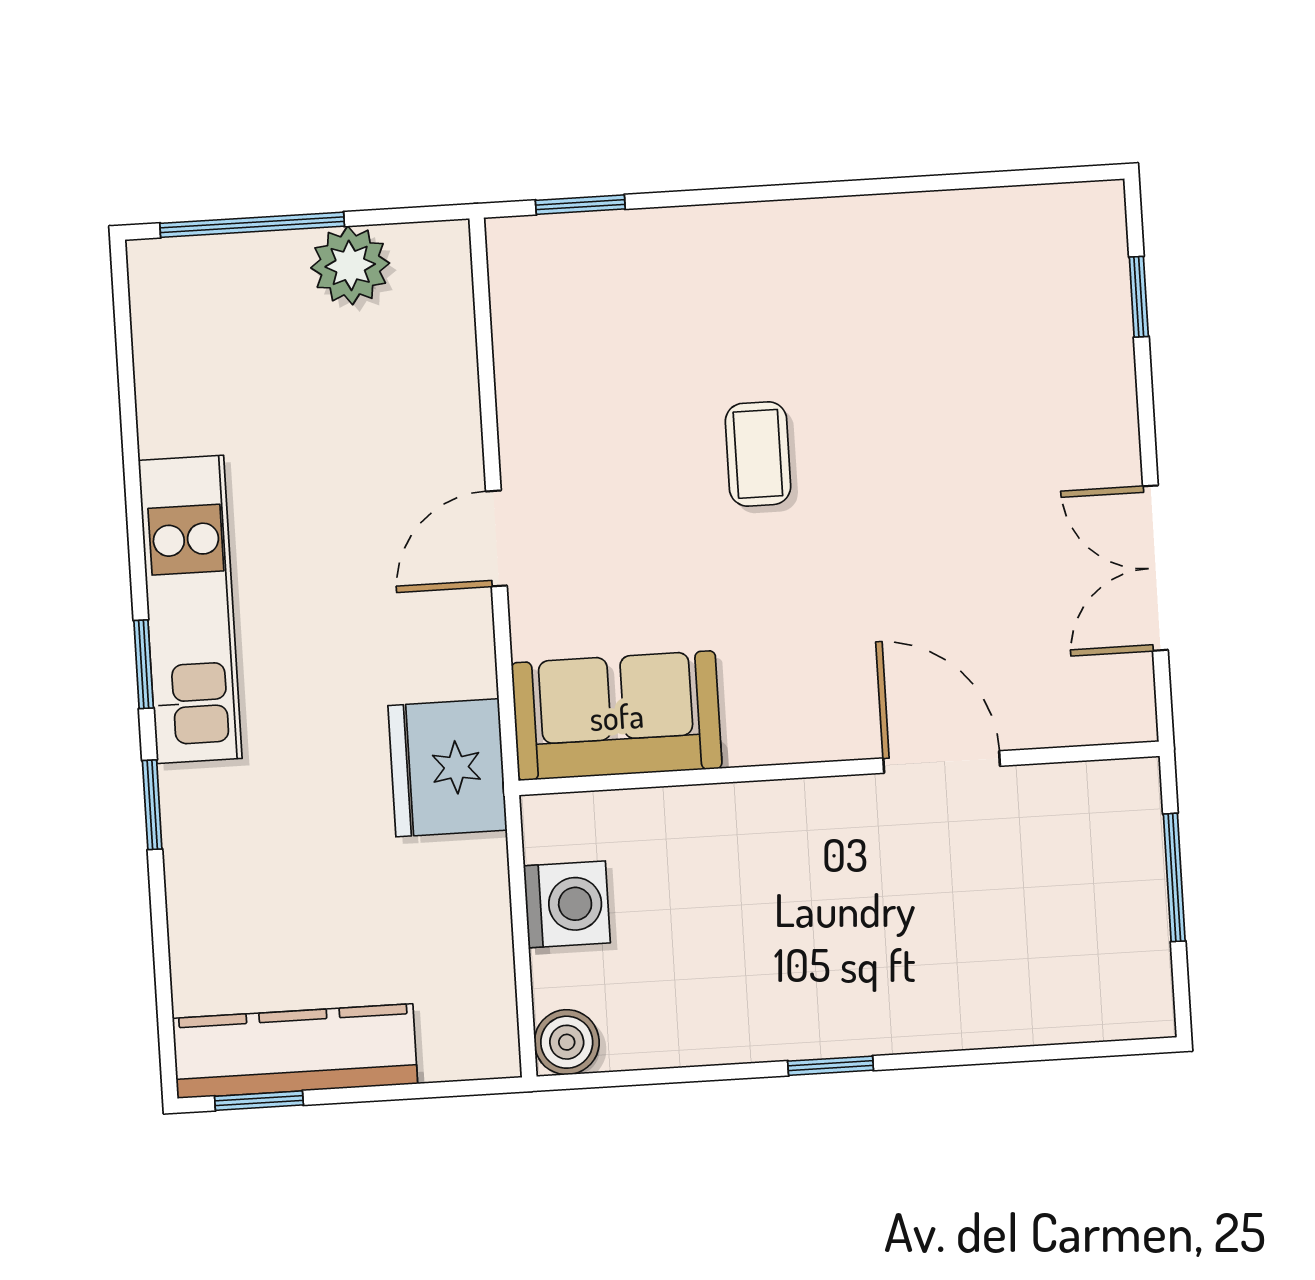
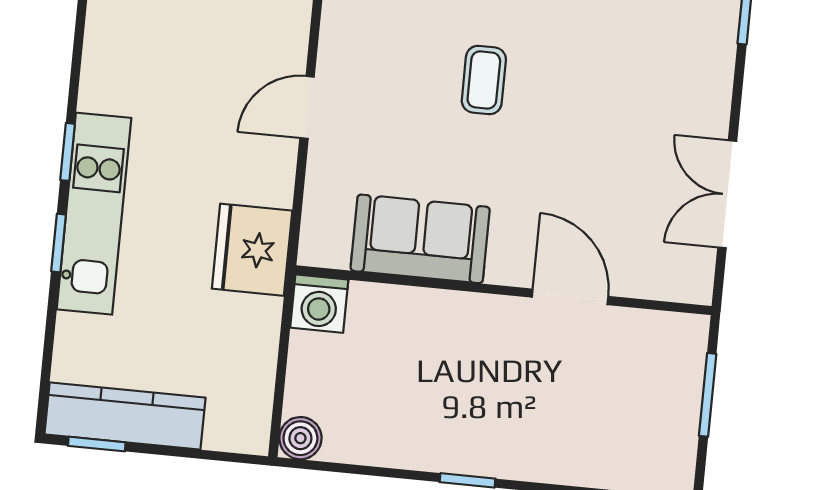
kitchen unit: (190, 609) -> (94, 214), moved
sofa: (617, 716) -> (420, 239), moved
washing machine: (567, 904) -> (319, 304), moved, turned 90

